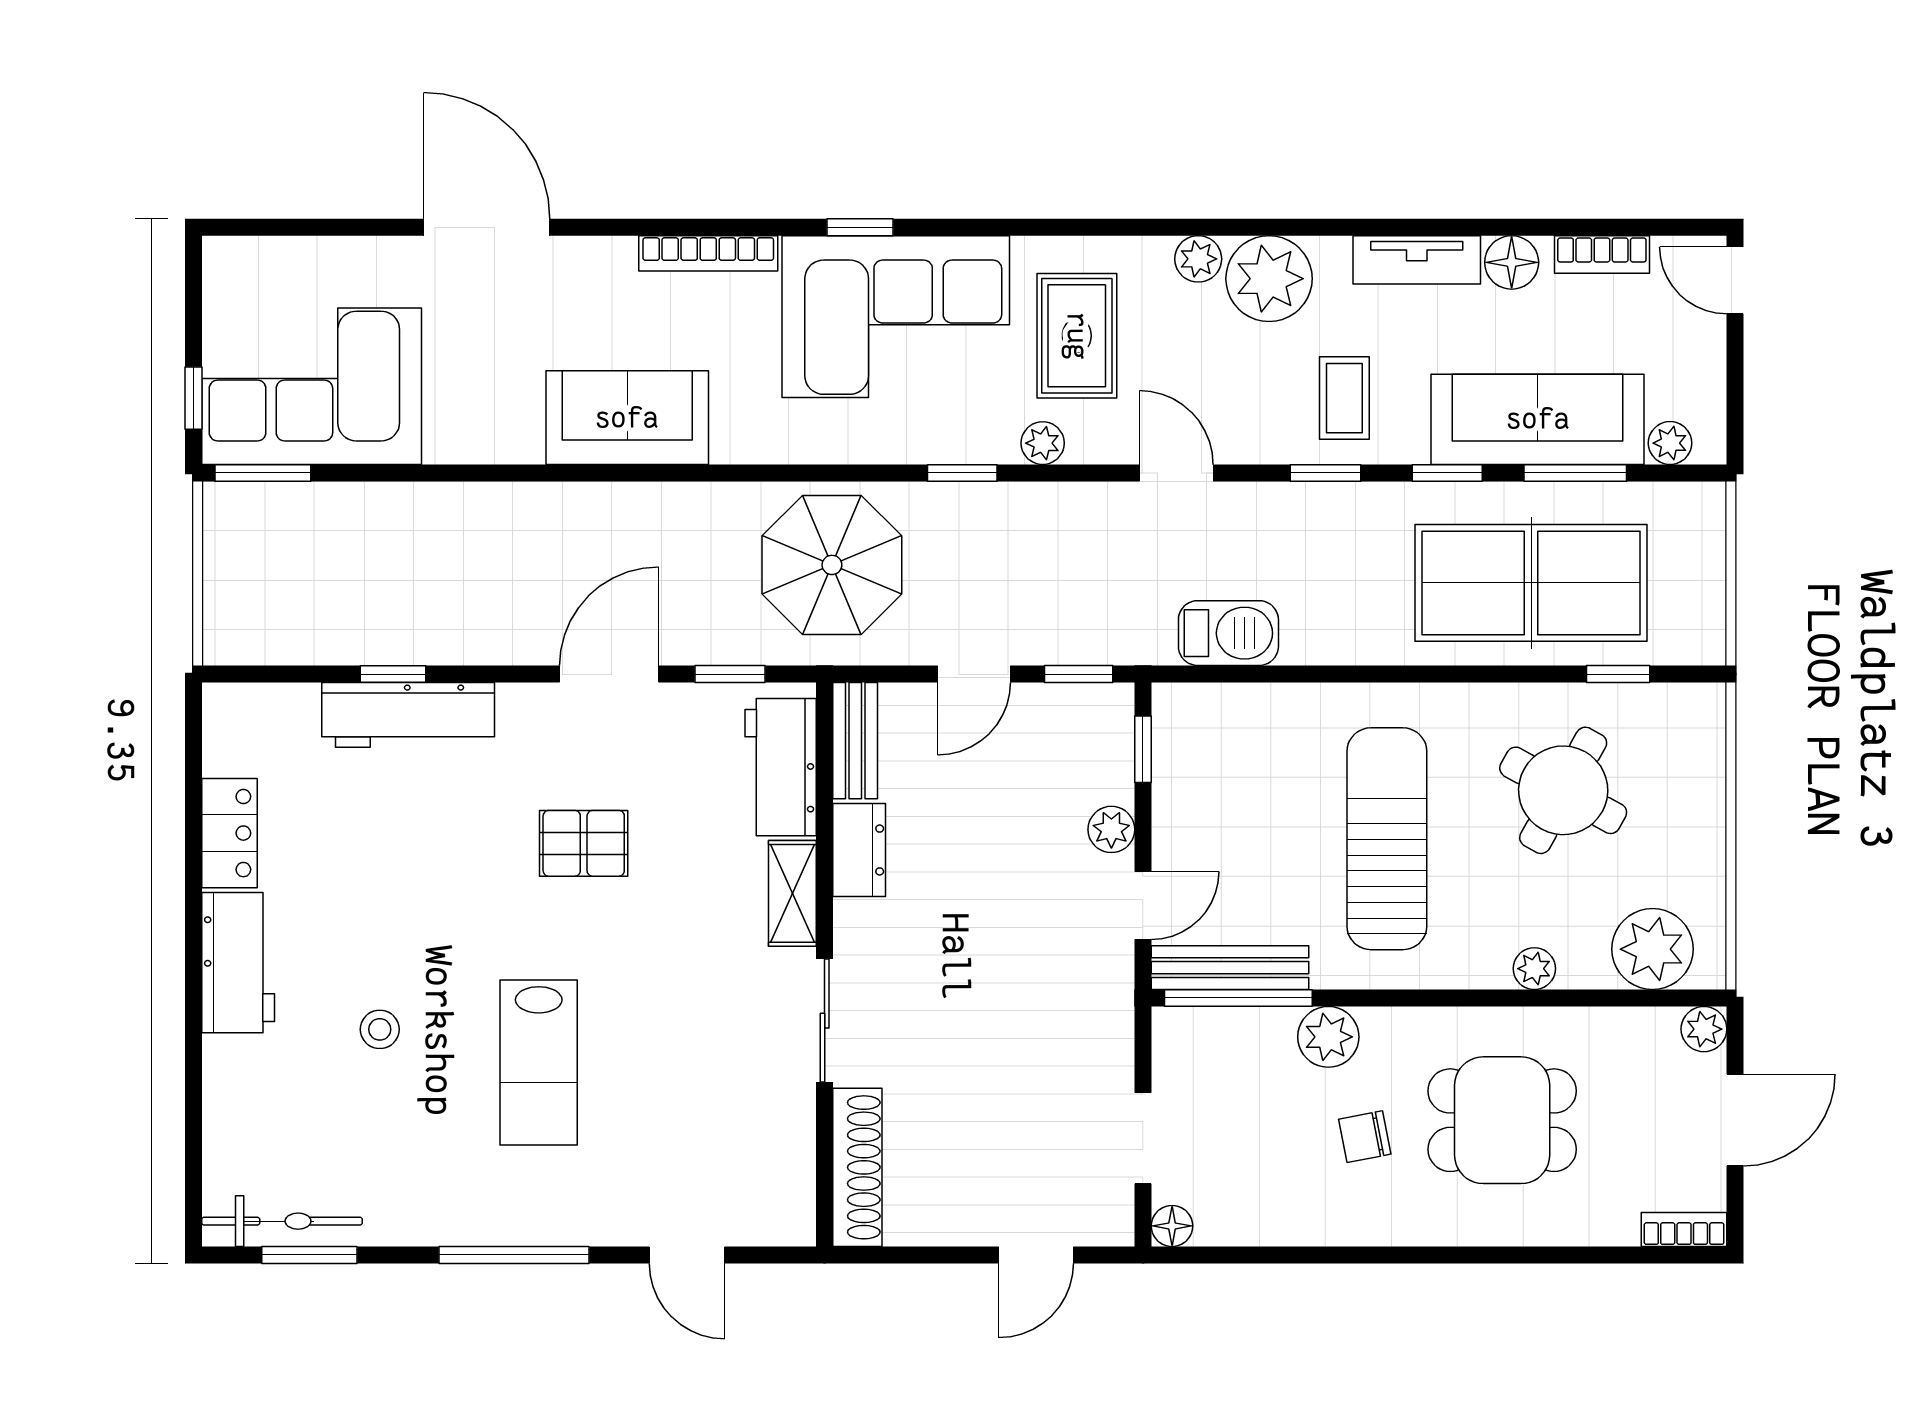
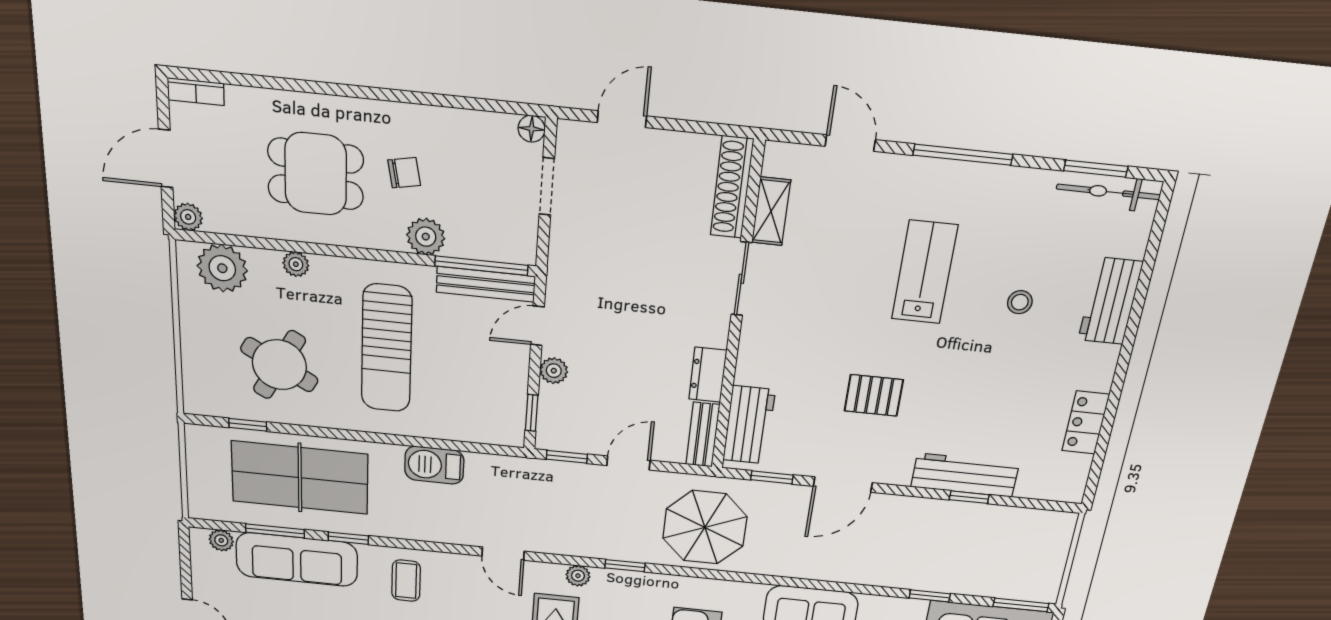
window: (1325, 473) -> (930, 596), moved
barbecue: (1228, 633) -> (434, 465), moved
shelving: (792, 893) -> (771, 211), moved
workbench: (238, 963) -> (1110, 301), moved

